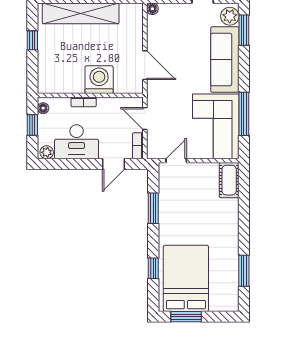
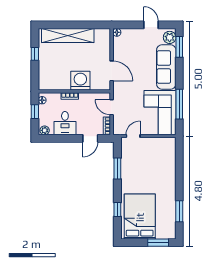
desk: (77, 142) -> (65, 123), width x0.73
cot: (229, 180) -> (169, 149), removed
window: (186, 317) -> (158, 243), moved

